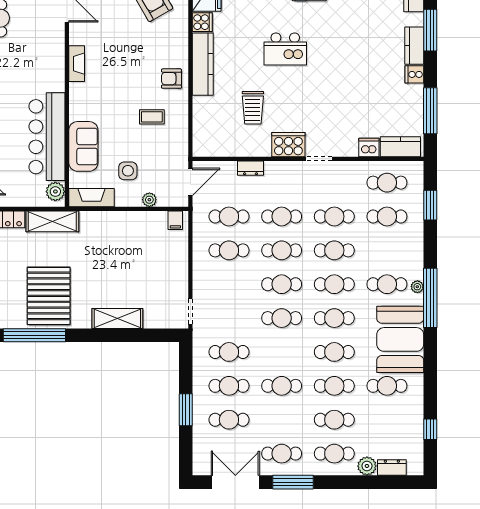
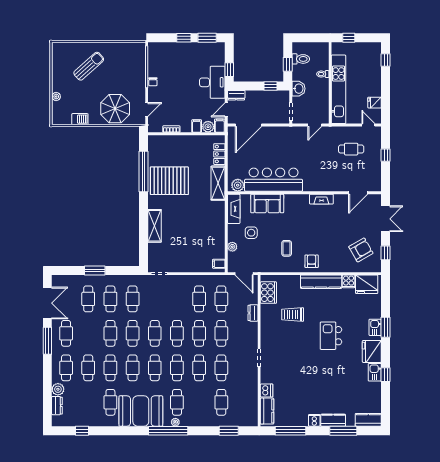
cooker: (288, 145) -> (268, 293), moved
cafe table: (387, 183) -> (133, 333), moved

